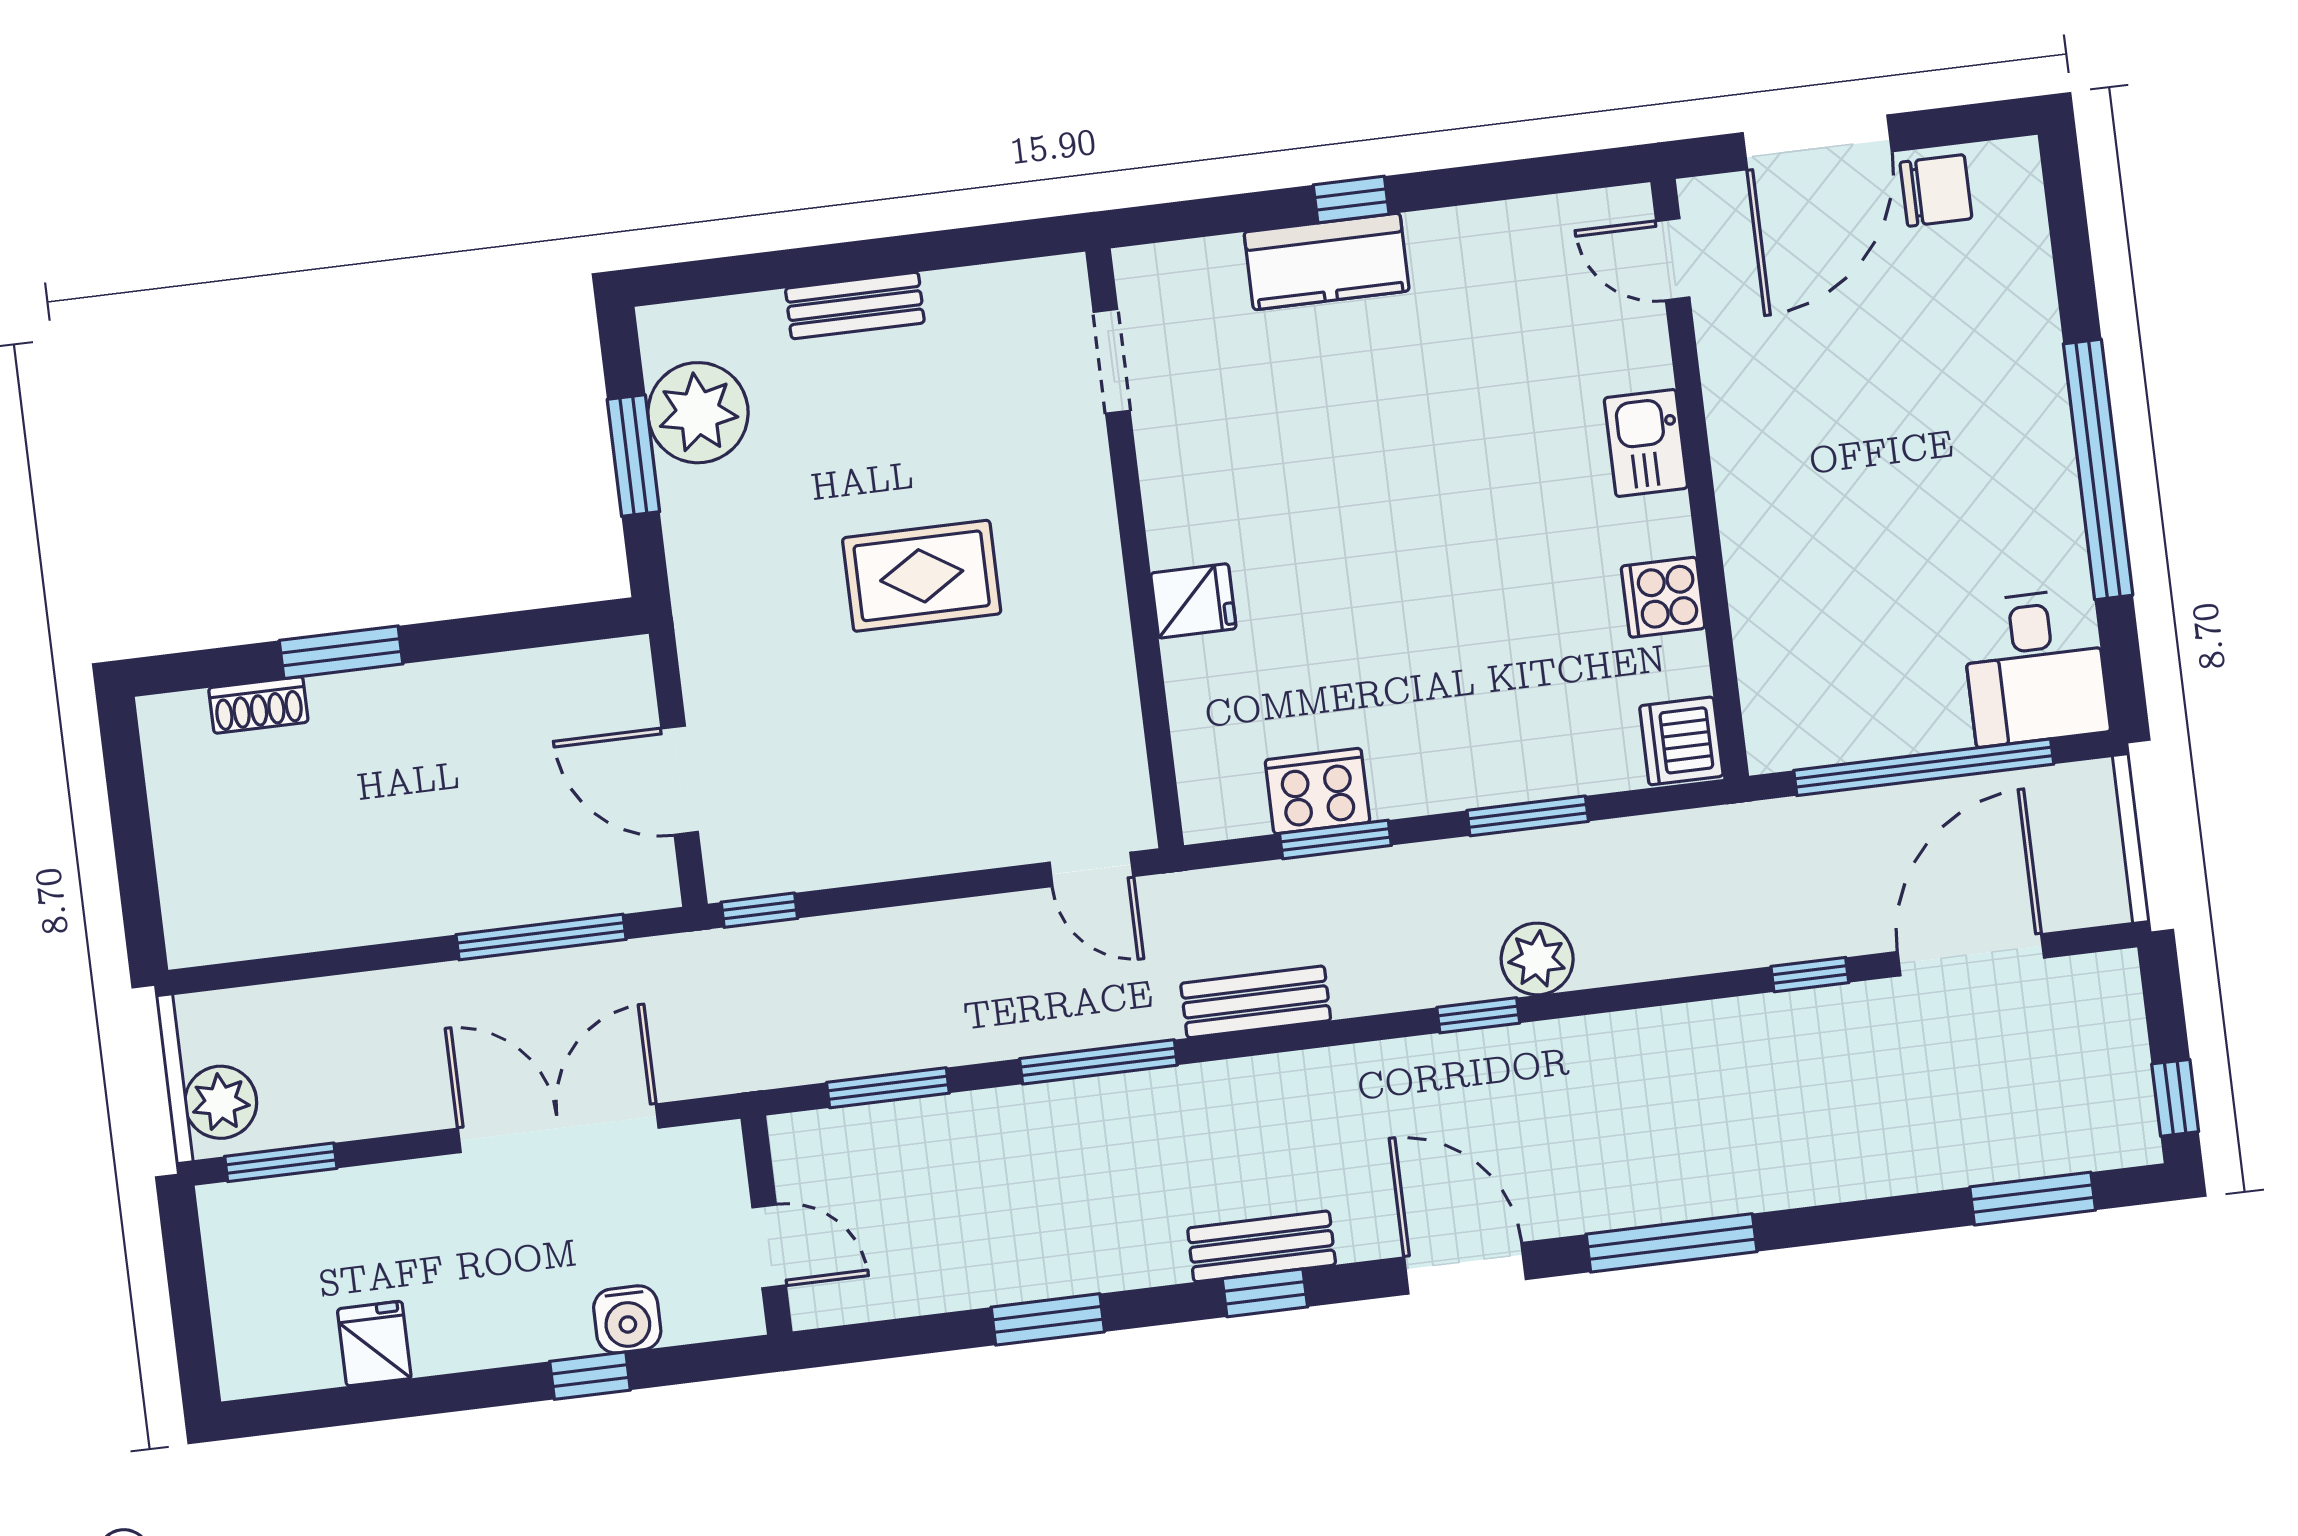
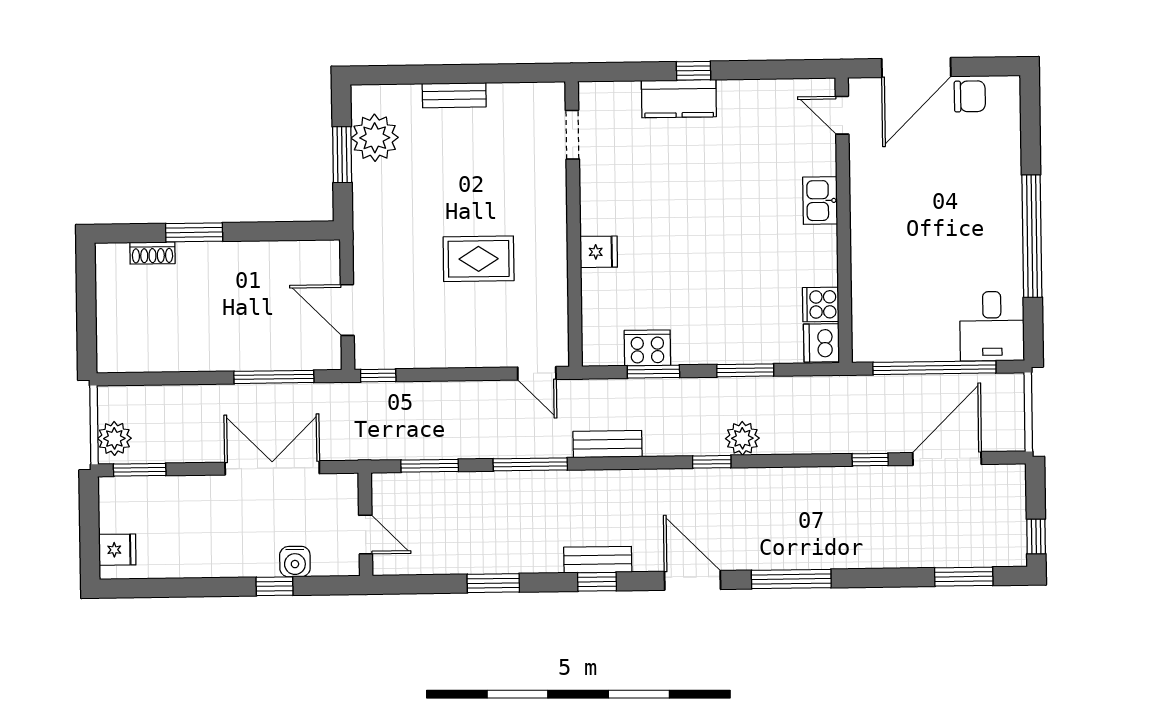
rug: (922, 576) -> (479, 259), moved
cooker: (1663, 597) -> (821, 304), moved
fridge: (374, 1344) -> (117, 550), moved, turned 90

